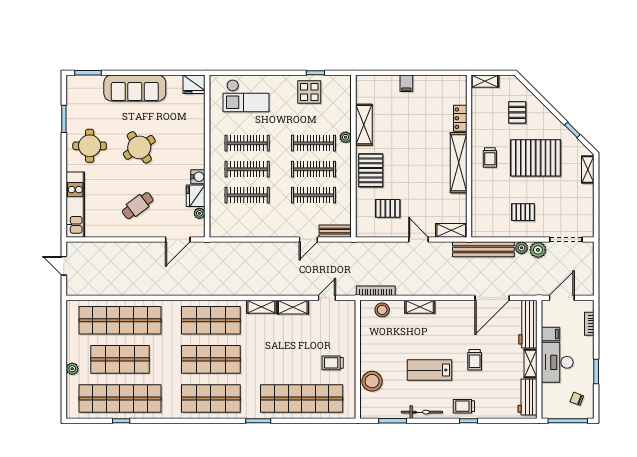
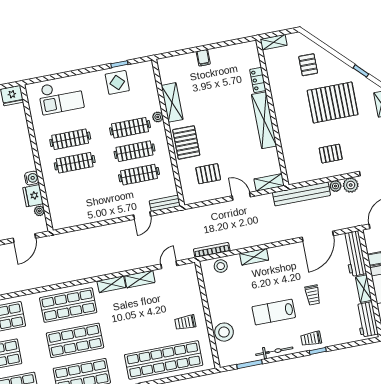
trolley: (490, 157) -> (291, 110), removed
clothes rail: (247, 195) -> (79, 186), removed

